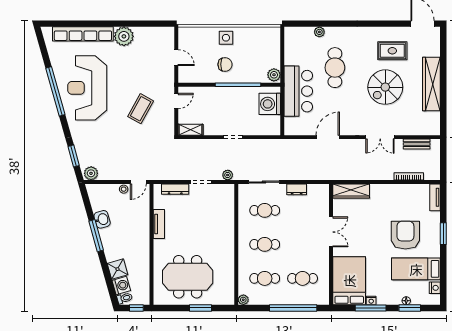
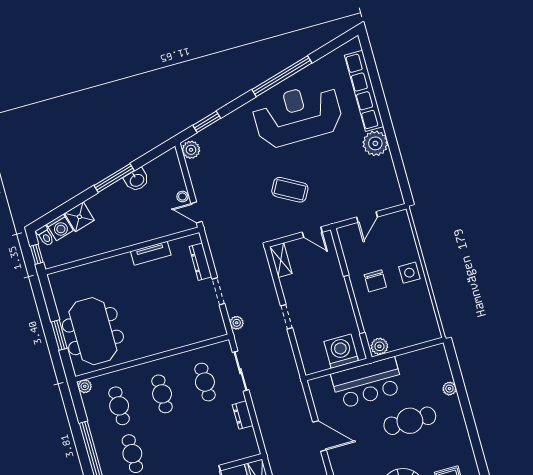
meeting table: (188, 277) -> (93, 331), moved

